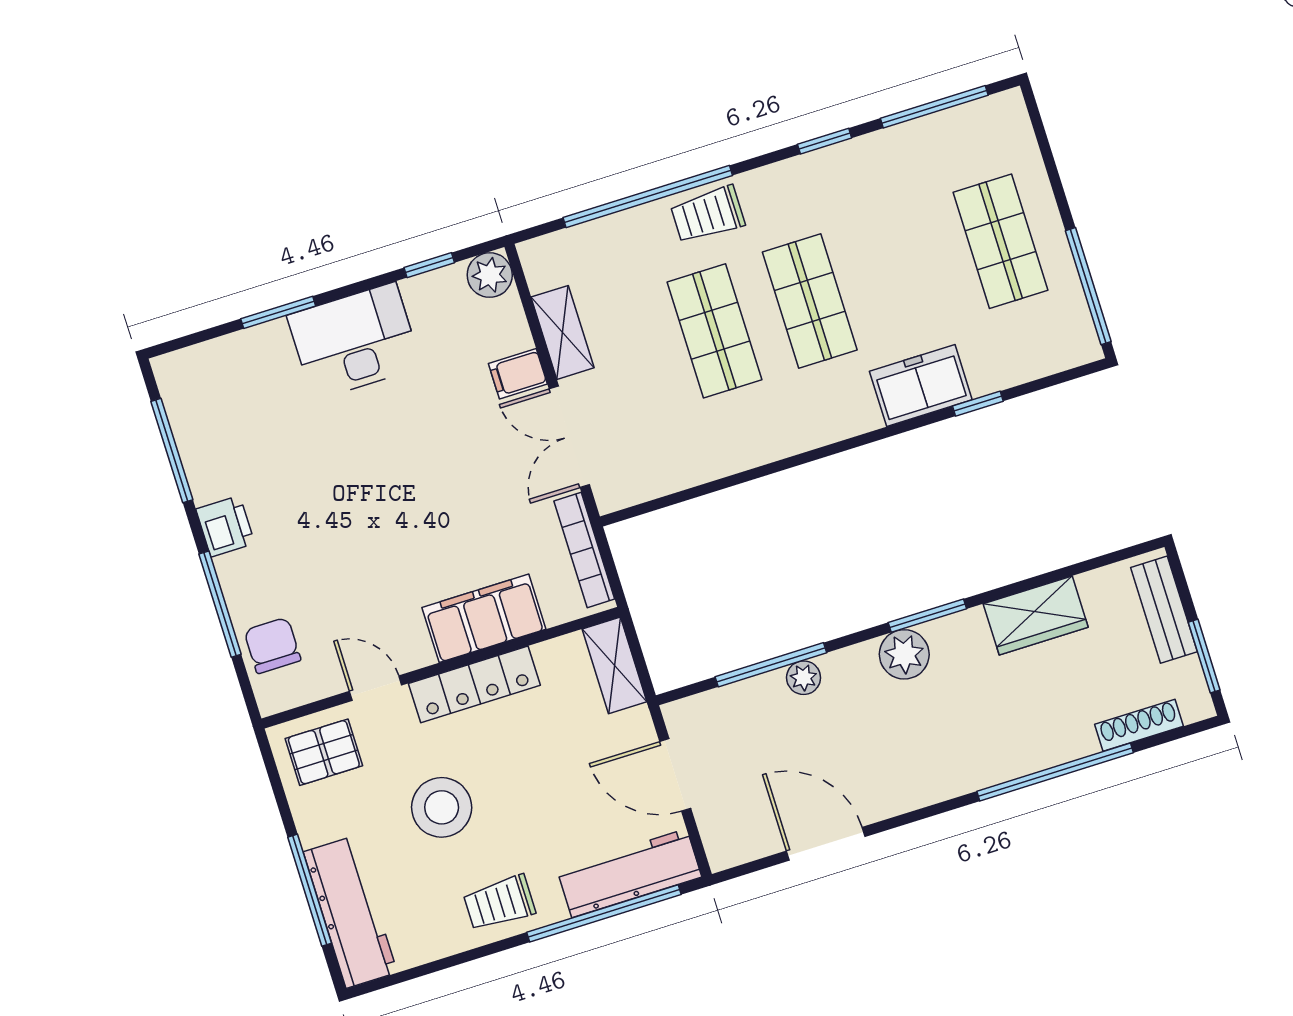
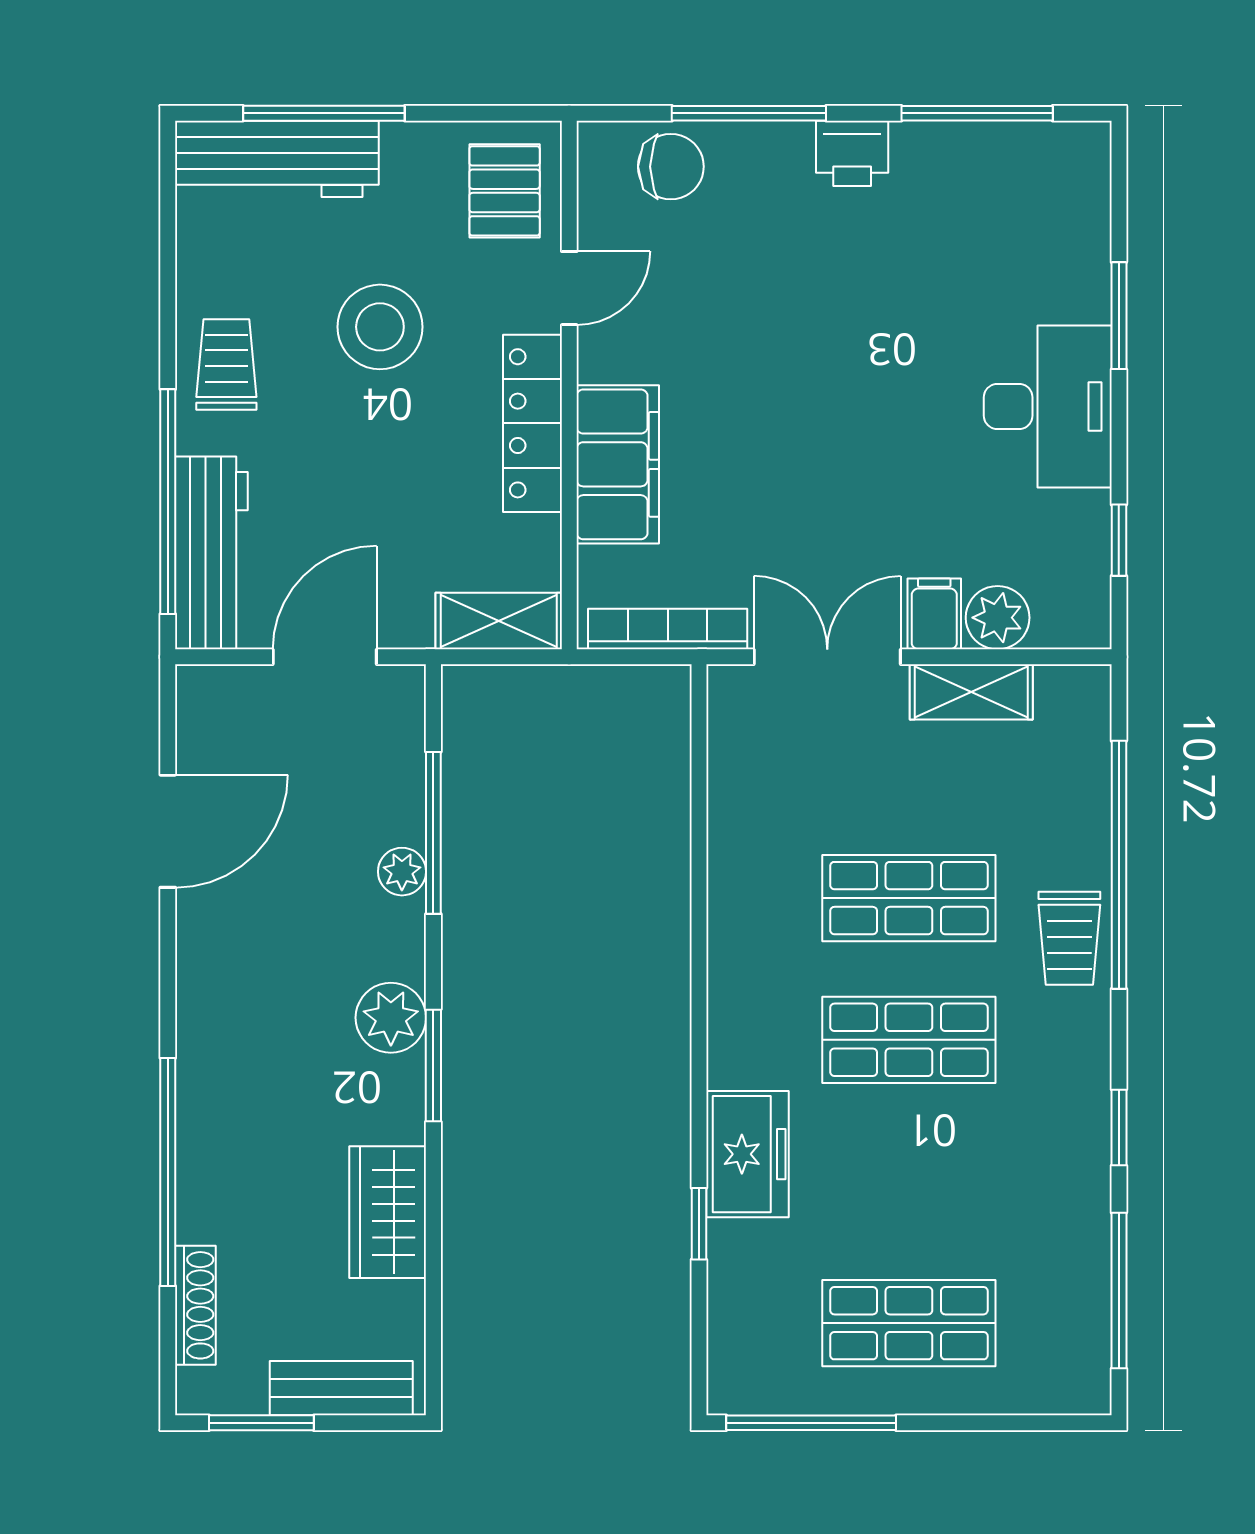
trolley: (708, 214) -> (1069, 938), turned 180
plant: (490, 275) -> (998, 618), moved

